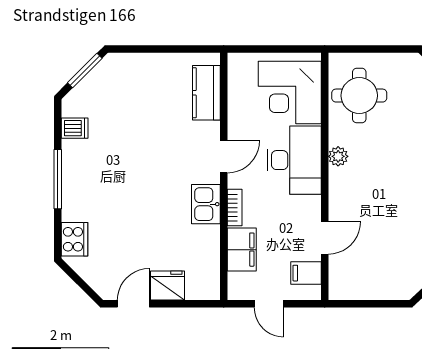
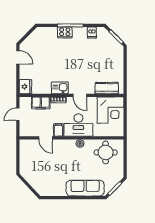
corner desk: (290, 93) -> (110, 110), moved, turned 180
cooker: (75, 239) -> (65, 32), moved
filing cabinet: (306, 273) -> (58, 130), moved
fridge: (168, 286) -> (26, 87), moved

